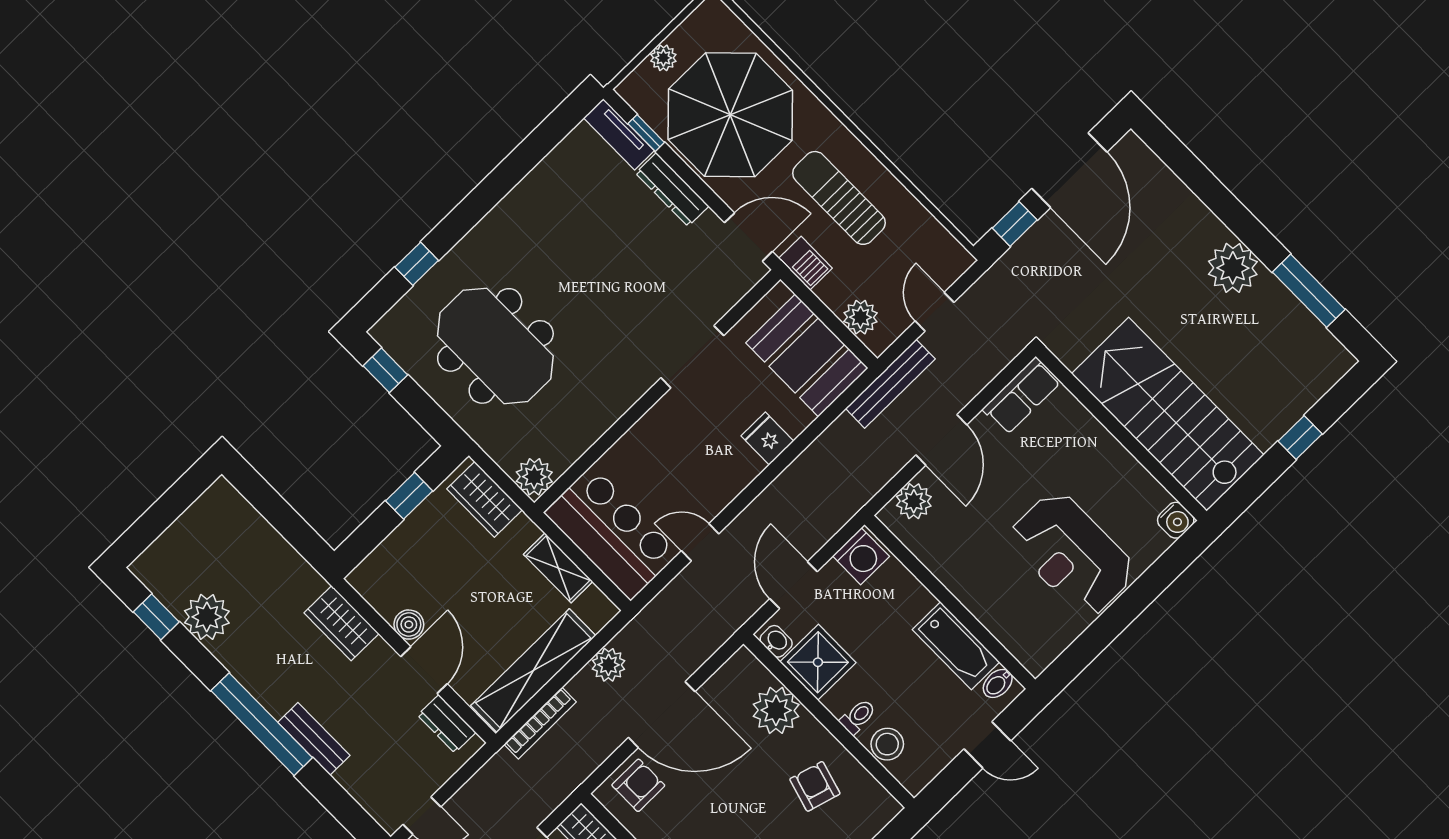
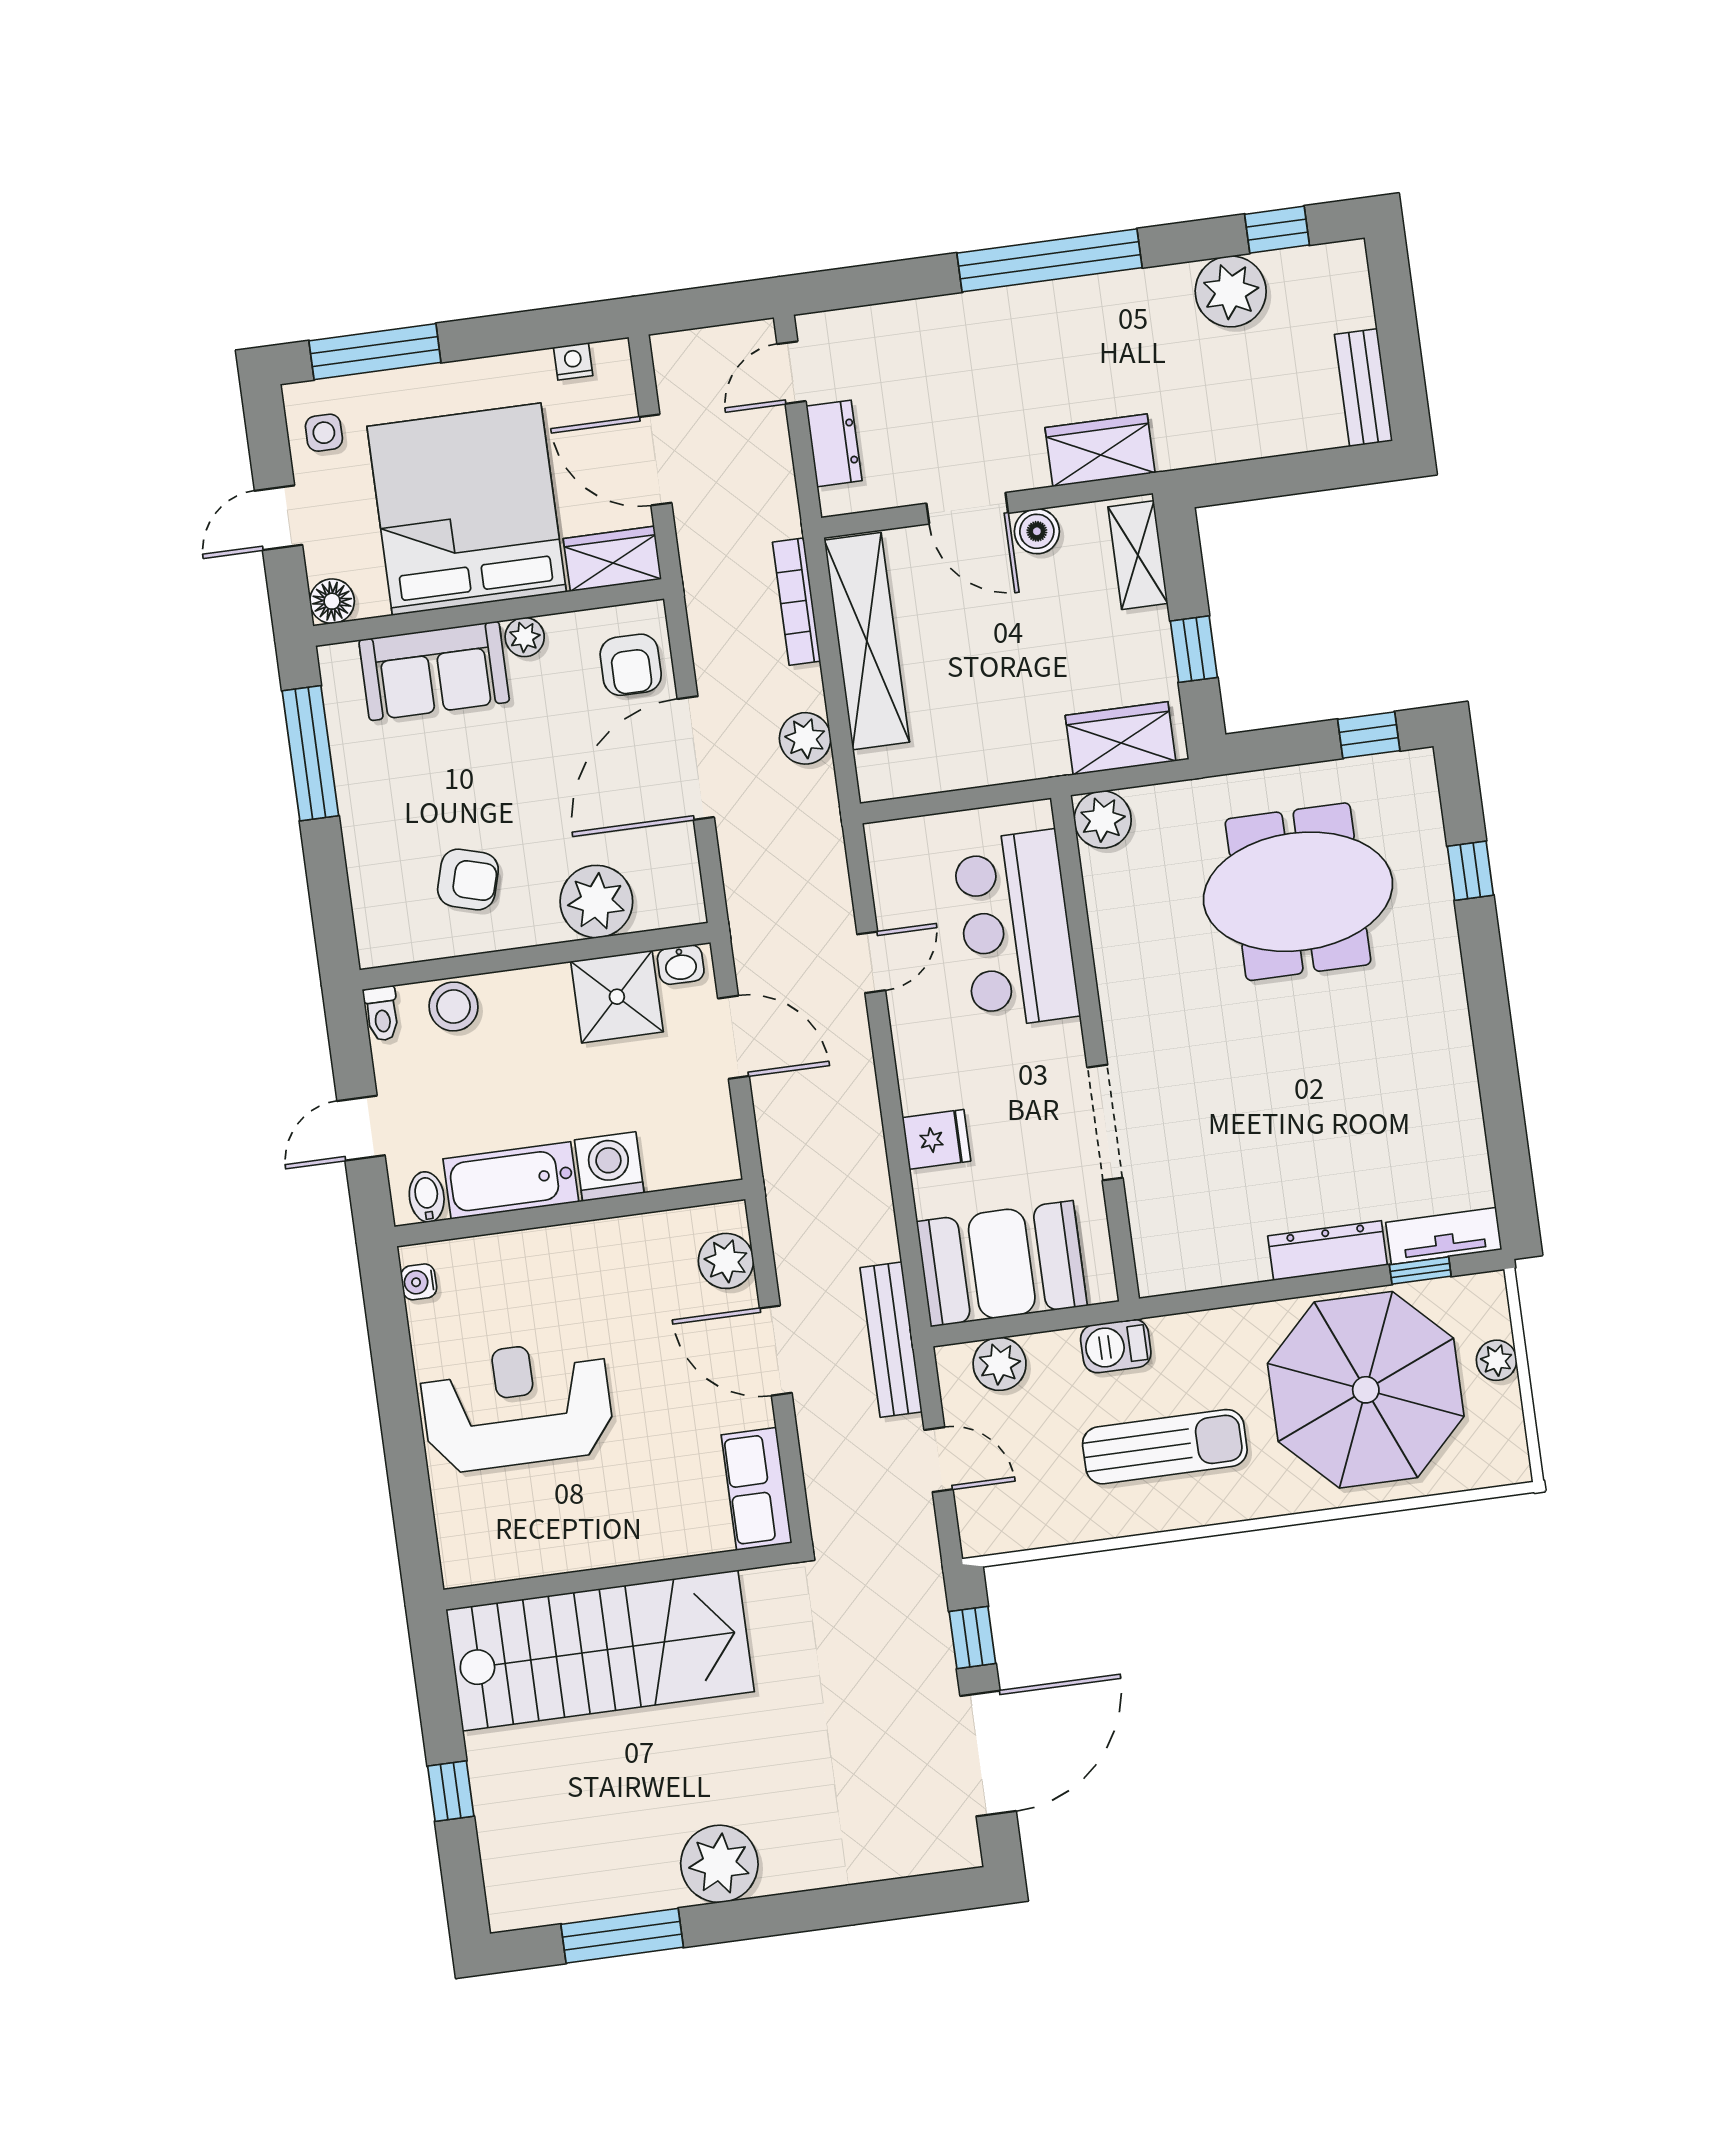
door: (1069, 170) -> (988, 1753), swing flipped
door: (748, 237) -> (1200, 1300), removed
water cooler: (1176, 520) -> (419, 1282), moved, width x0.72, depth x0.72
bar counter: (612, 533) -> (1016, 929), moved, turned 90
washing machine: (861, 556) -> (609, 1166), moved, turned 90
shelving: (558, 568) -> (1138, 555), moved, turned 90
toilet: (858, 717) -> (382, 1014), moved
dresser: (447, 724) -> (834, 443), moved, turned 90
bench: (314, 739) -> (1363, 388), moved, turned 90

